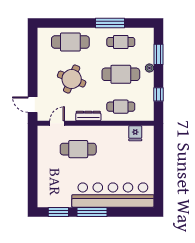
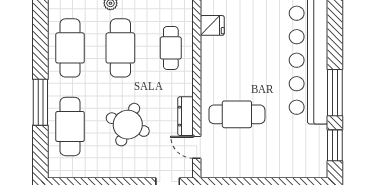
window: (110, 23) -> (40, 102), moved
cafe table: (121, 42) -> (70, 48), width x1.37, depth x1.35
dresser: (88, 116) -> (185, 116), moved
cafe table: (78, 149) -> (237, 114), turned 90

